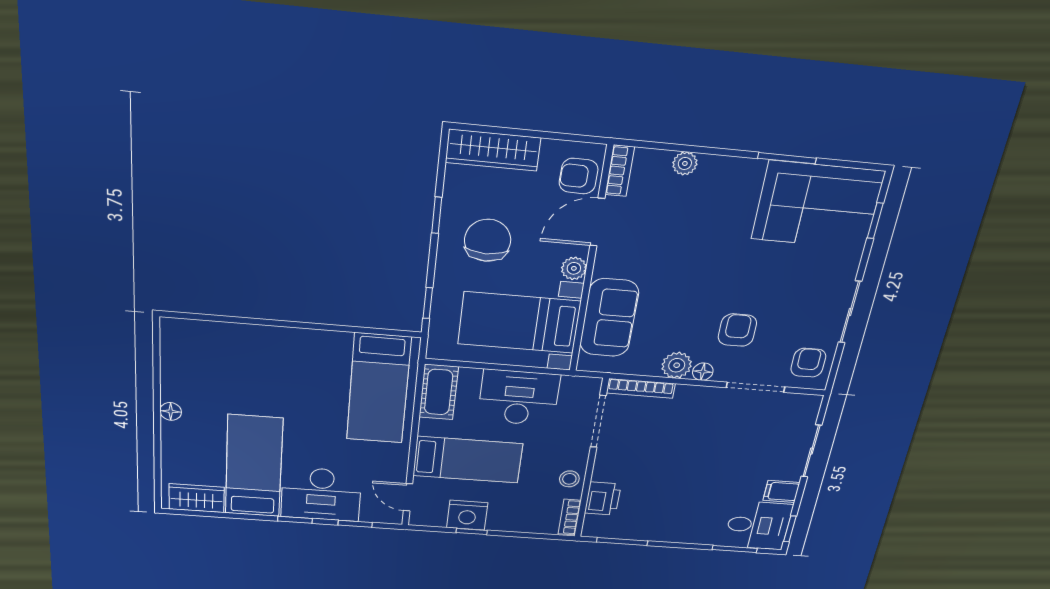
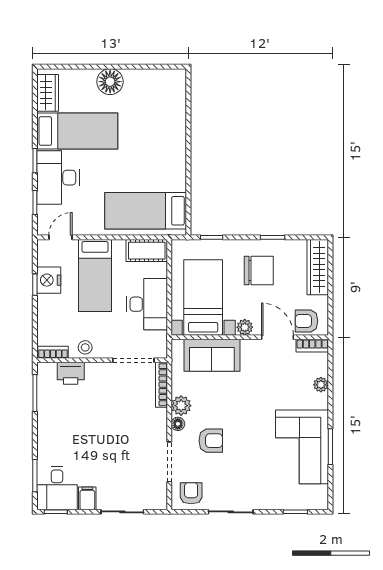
armchair: (579, 176) -> (306, 321), turned -91
corner sofa: (818, 205) -> (302, 447), moved
armchair: (808, 363) -> (191, 493), turned -90
floor lamp: (171, 411) -> (110, 82), width x1.89, depth x1.89

